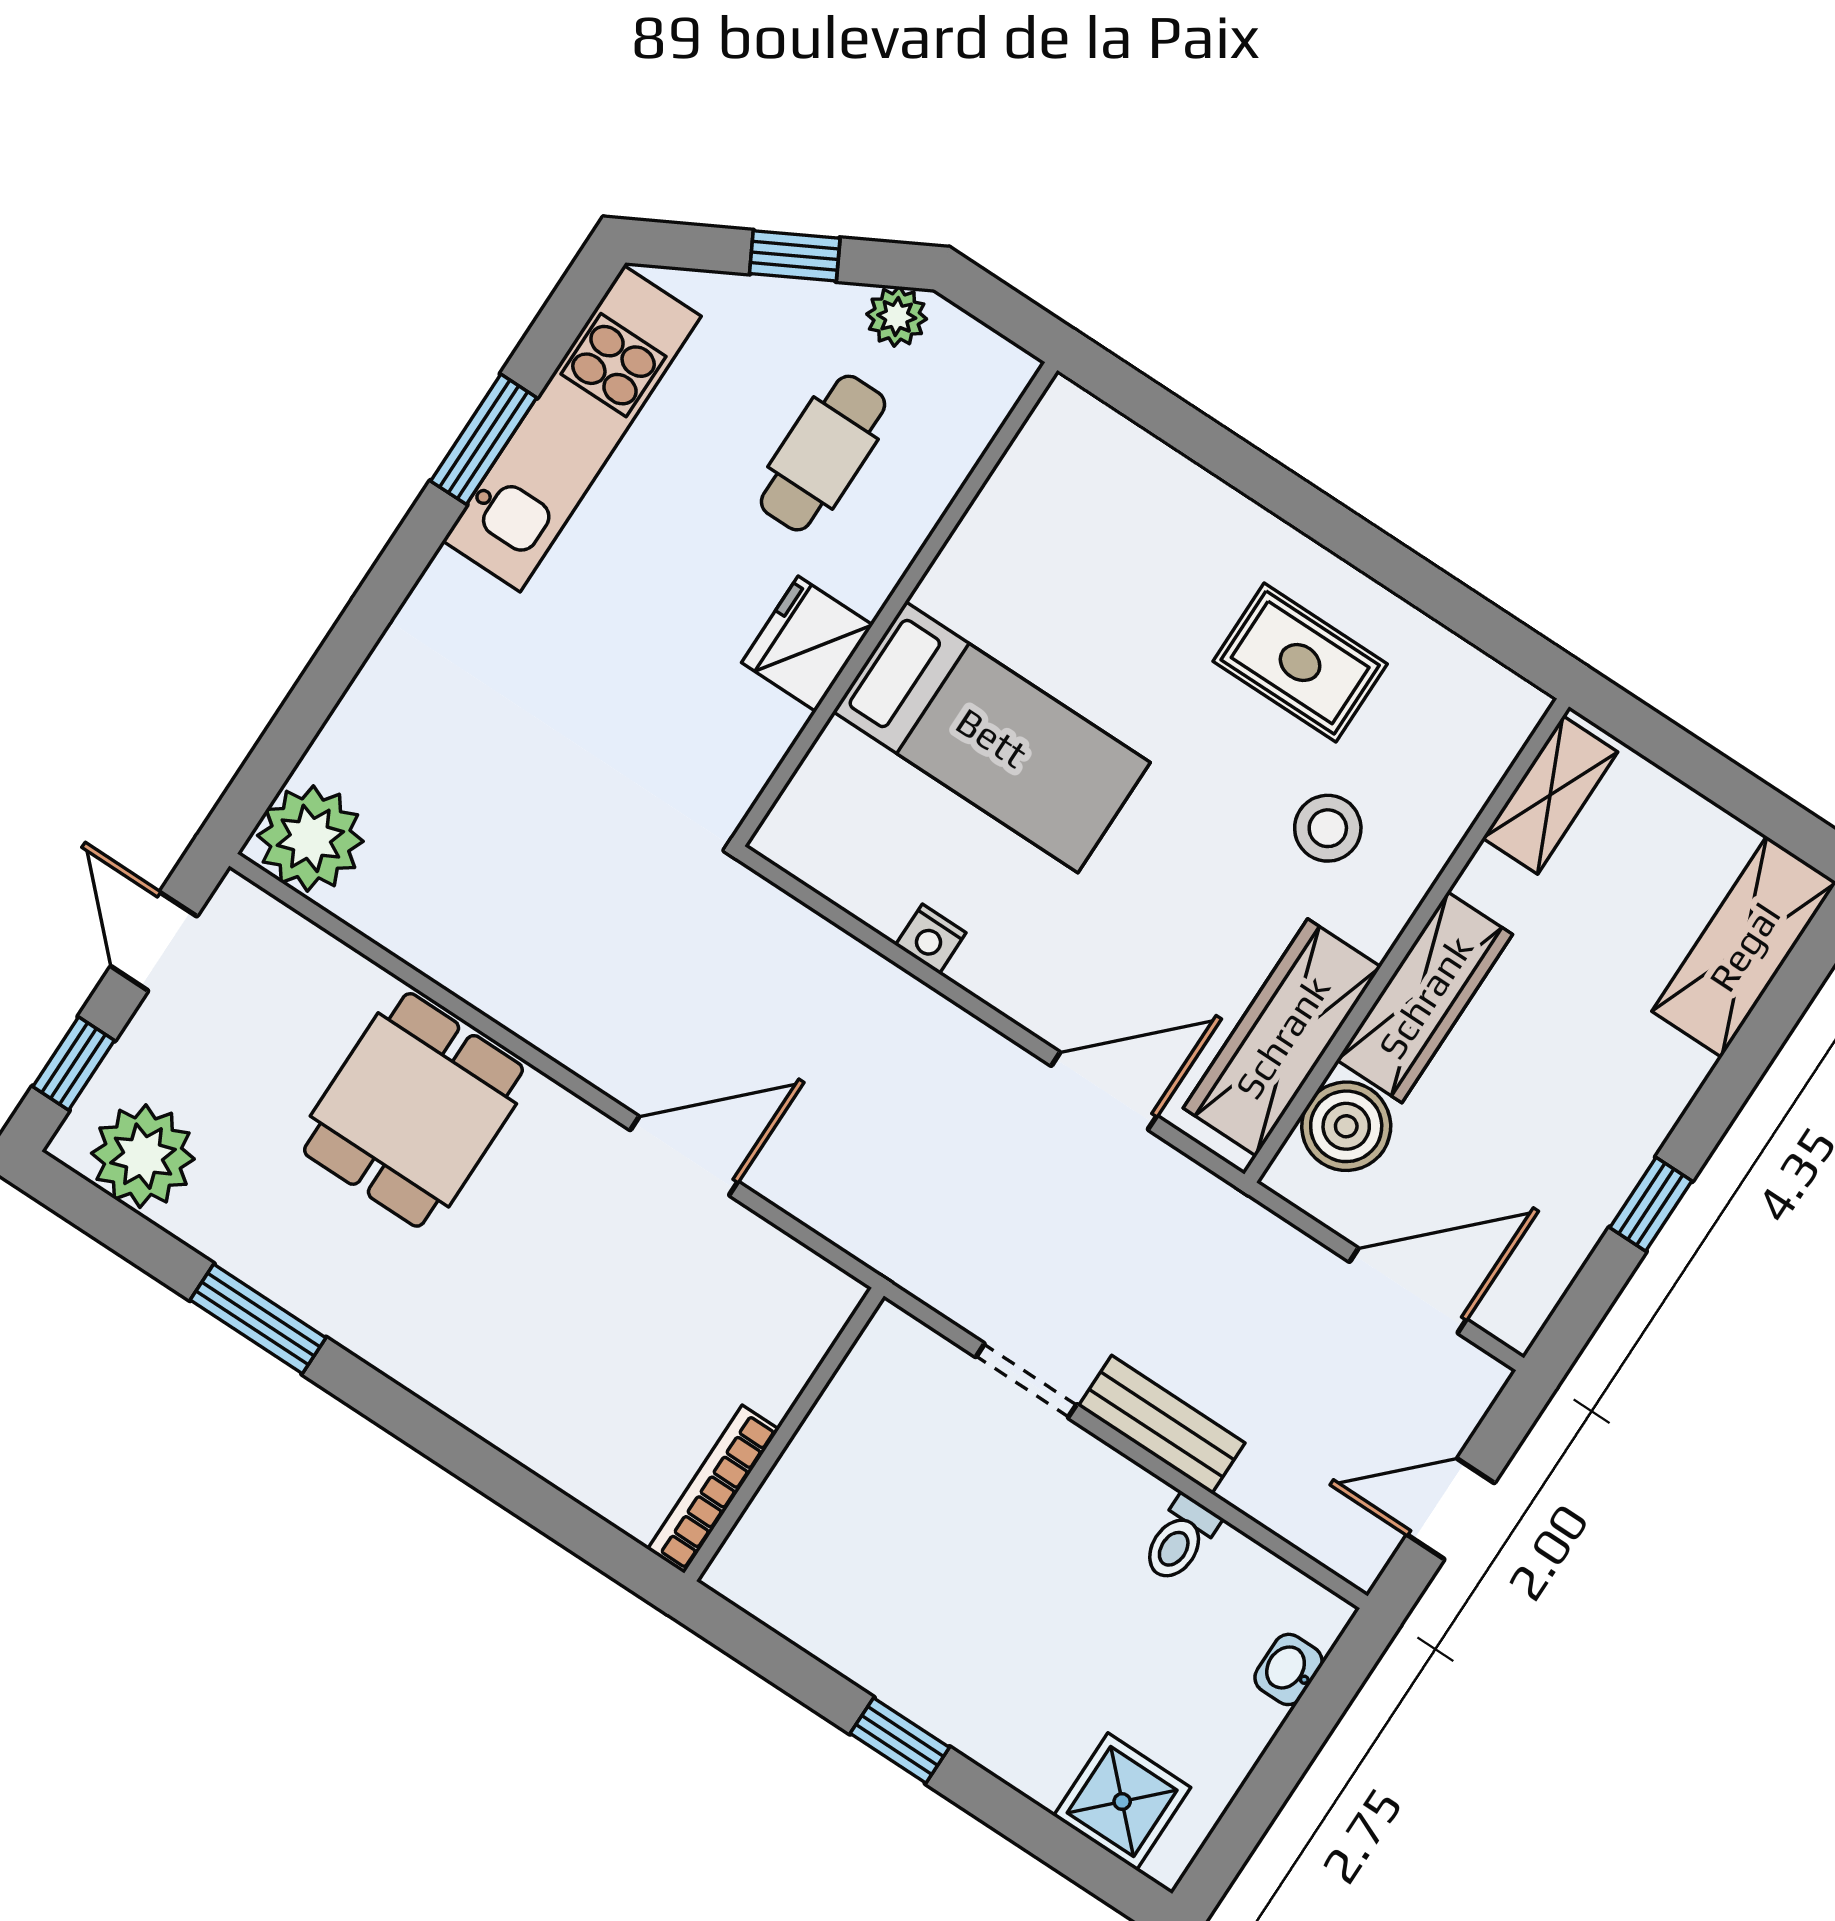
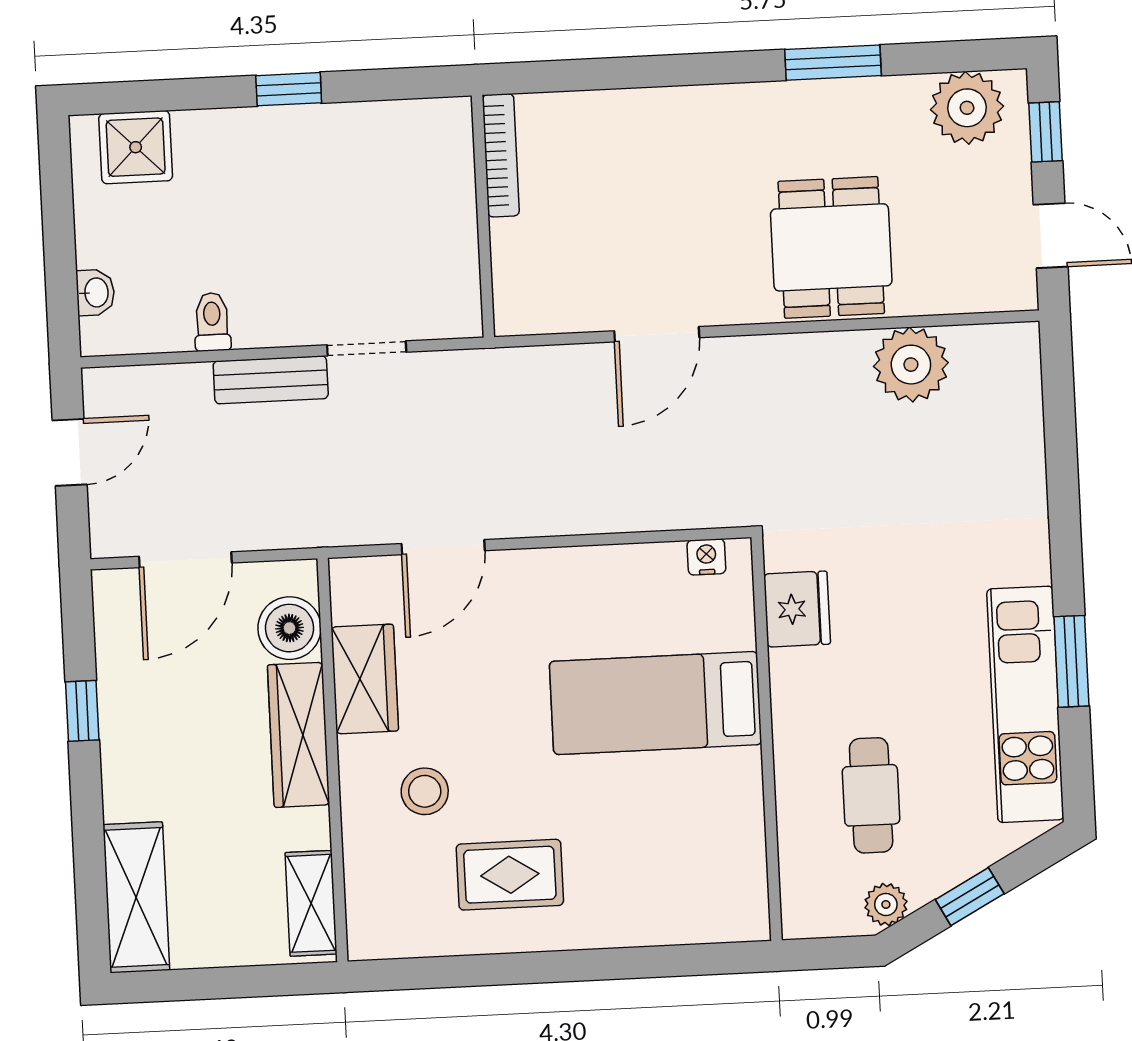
fridge: (807, 644) -> (797, 609), moved
plant: (310, 838) -> (911, 365), moved
nightstand: (931, 939) -> (706, 557), moved
wardrobe: (1282, 1037) -> (365, 679), width x0.67

